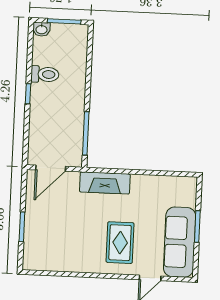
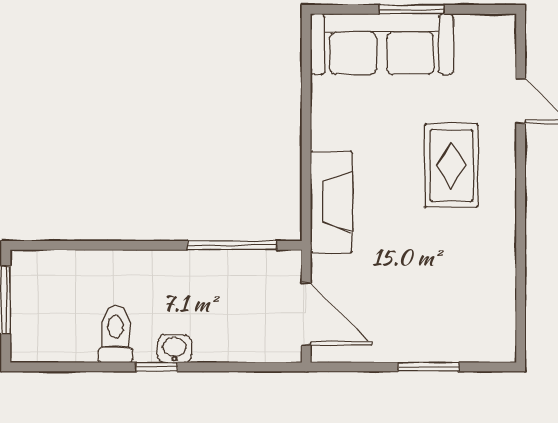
washbasin: (41, 29) -> (175, 349), moved, turned -90
sofa: (180, 242) -> (382, 44), moved
rug: (120, 243) -> (451, 165), turned 90

